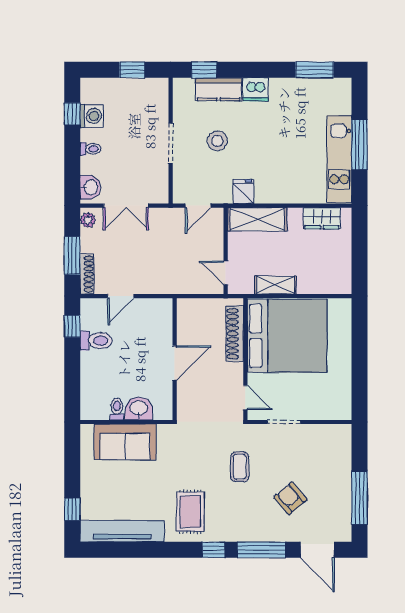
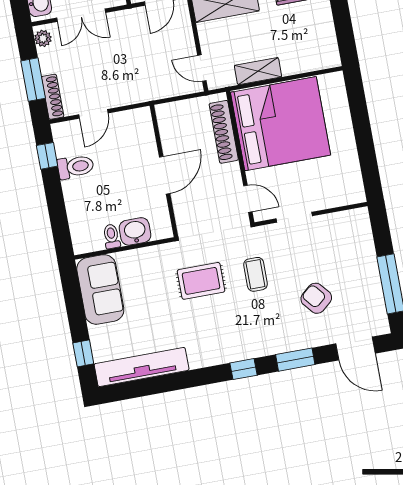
sofa: (125, 442) -> (100, 289), moved, turned -90
rug: (190, 512) -> (201, 281), moved, turned 90
window: (261, 550) -> (295, 360), width x0.69

